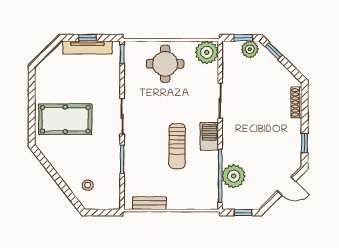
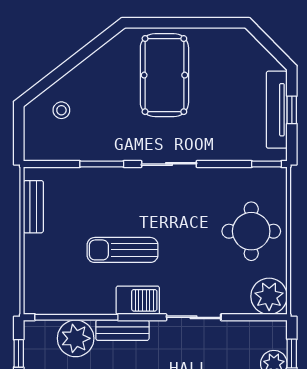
bench: (228, 146) -> (122, 330), added

